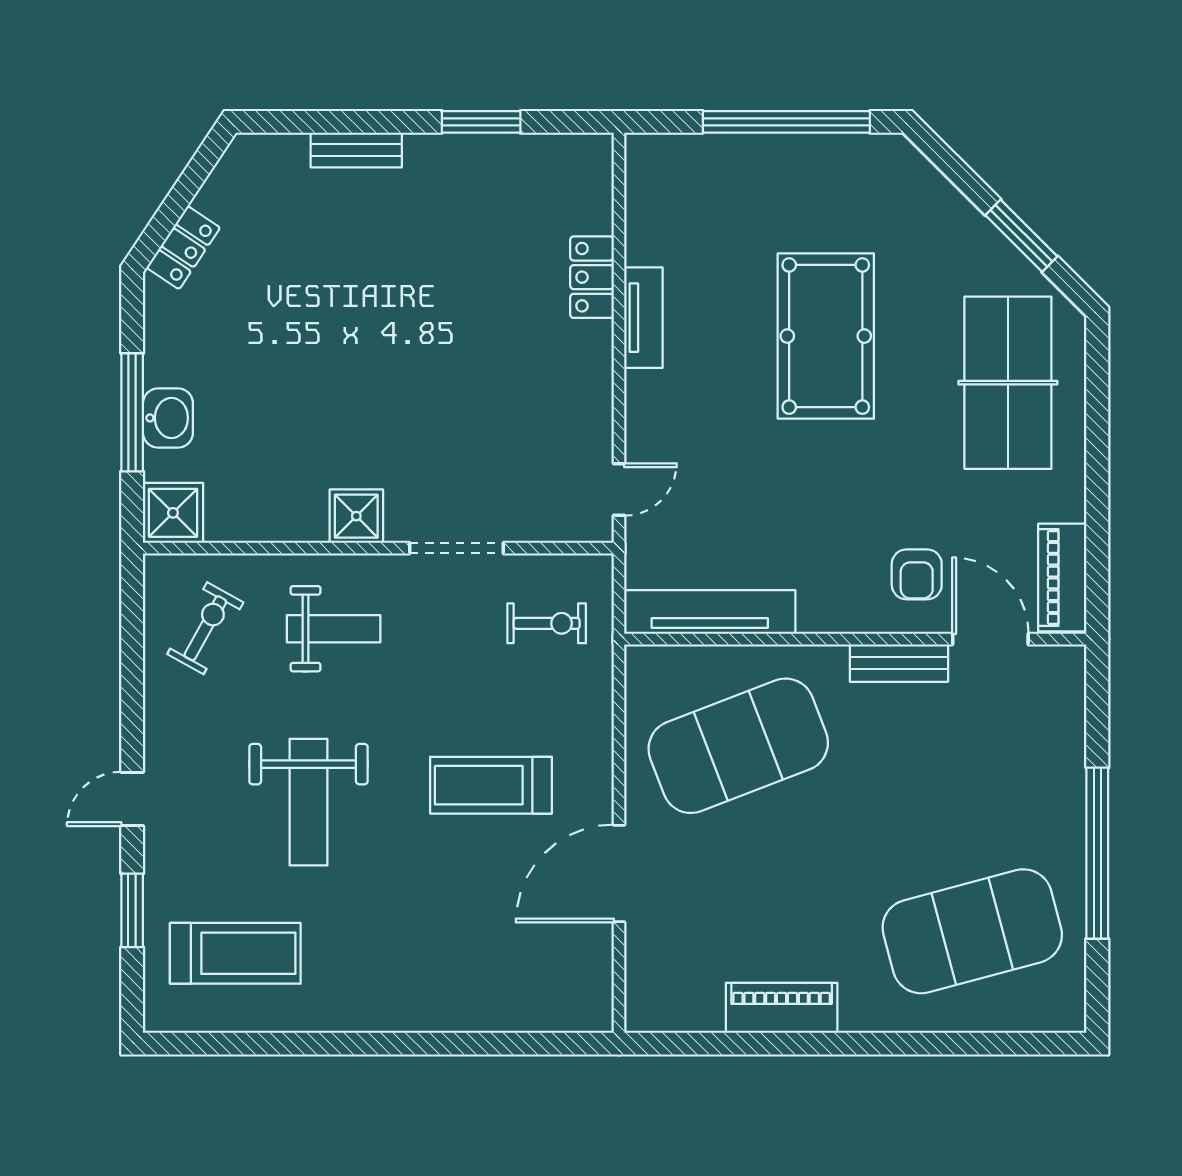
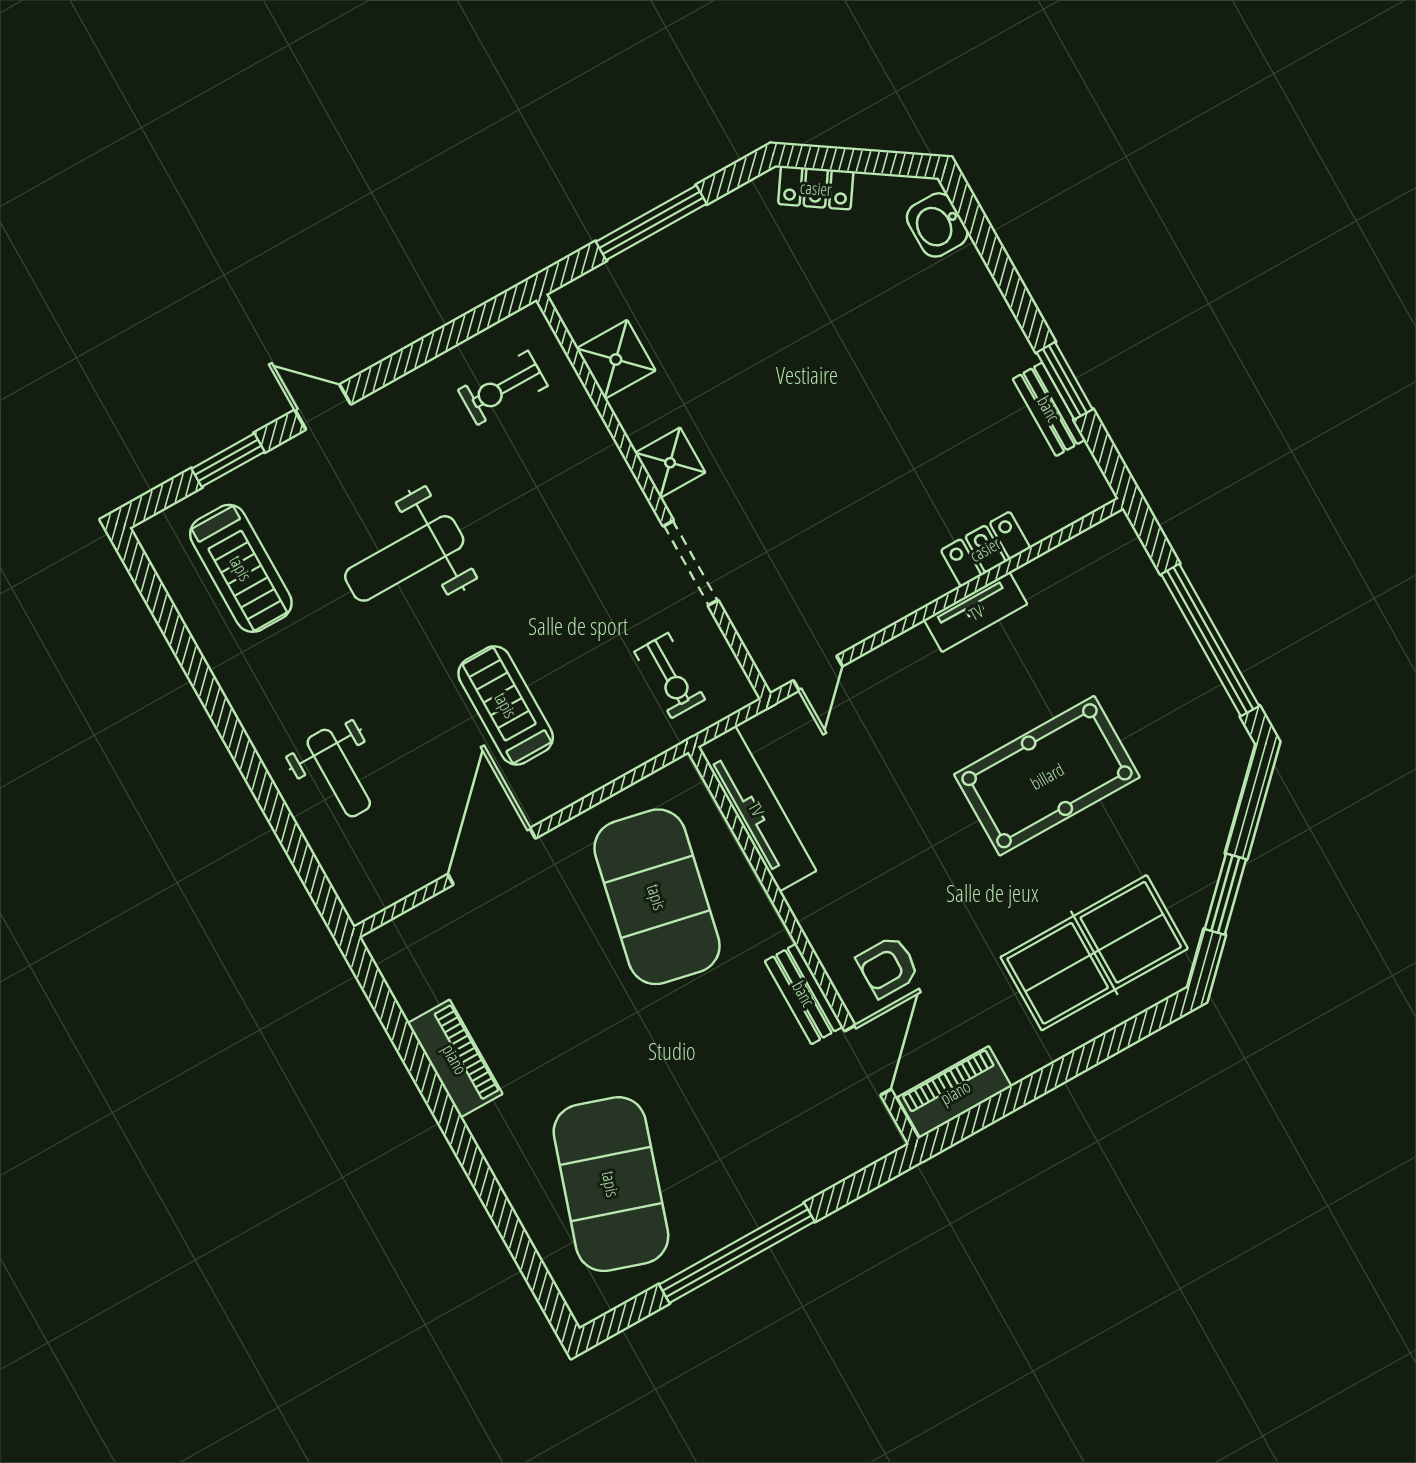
bench: (356, 150) -> (1049, 409), moved
washbasin: (168, 418) -> (937, 225), moved, turned 90
door: (619, 489) -> (818, 673), hinge flipped
shower: (173, 513) -> (616, 360), moved
exercise bike: (205, 628) -> (503, 388), turned 151
weight bench: (334, 629) -> (339, 773), moved
exercise mat: (738, 746) -> (657, 897), turned 33
door: (619, 873) -> (492, 856), hinge flipped
exercise mat: (972, 931) -> (611, 1184), turned 33

